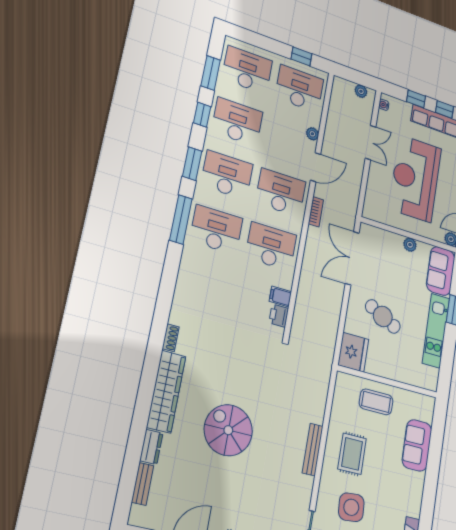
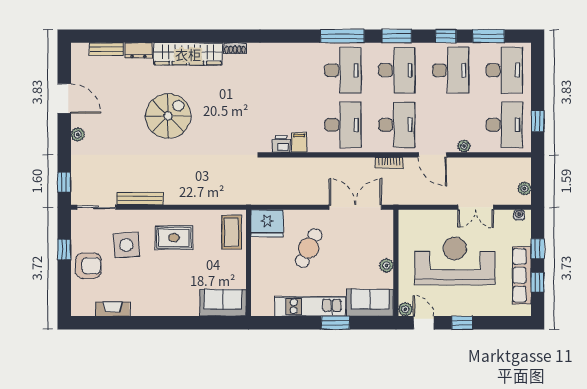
coffee table: (376, 402) -> (231, 232), moved
sofa: (417, 445) -> (223, 303), moved
bench: (313, 450) -> (140, 198), moved

